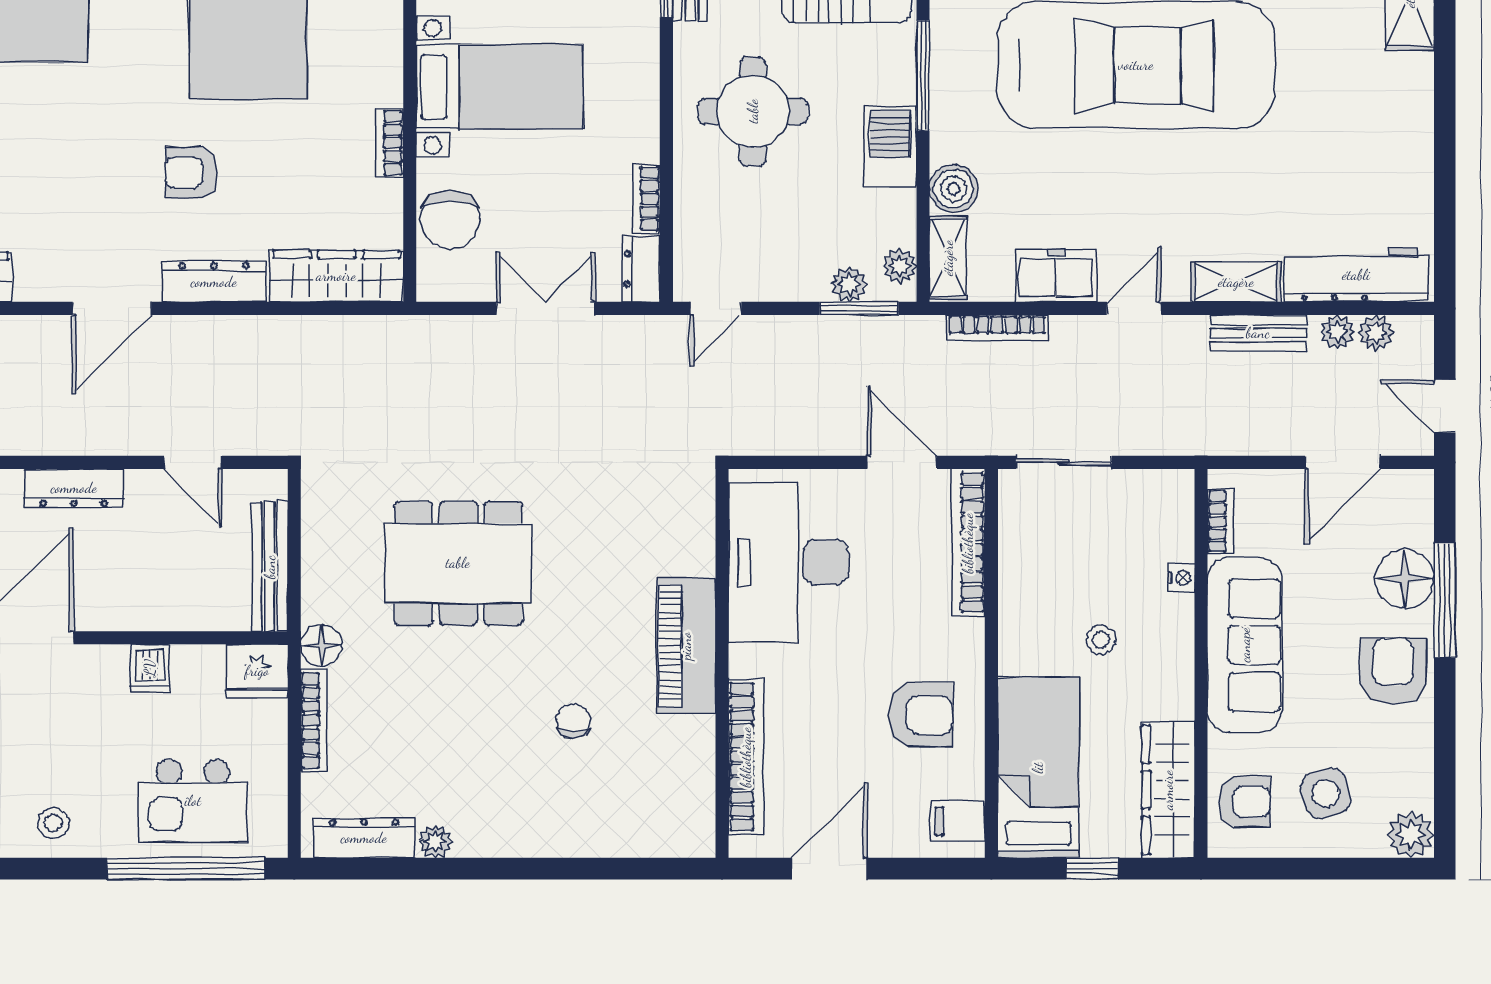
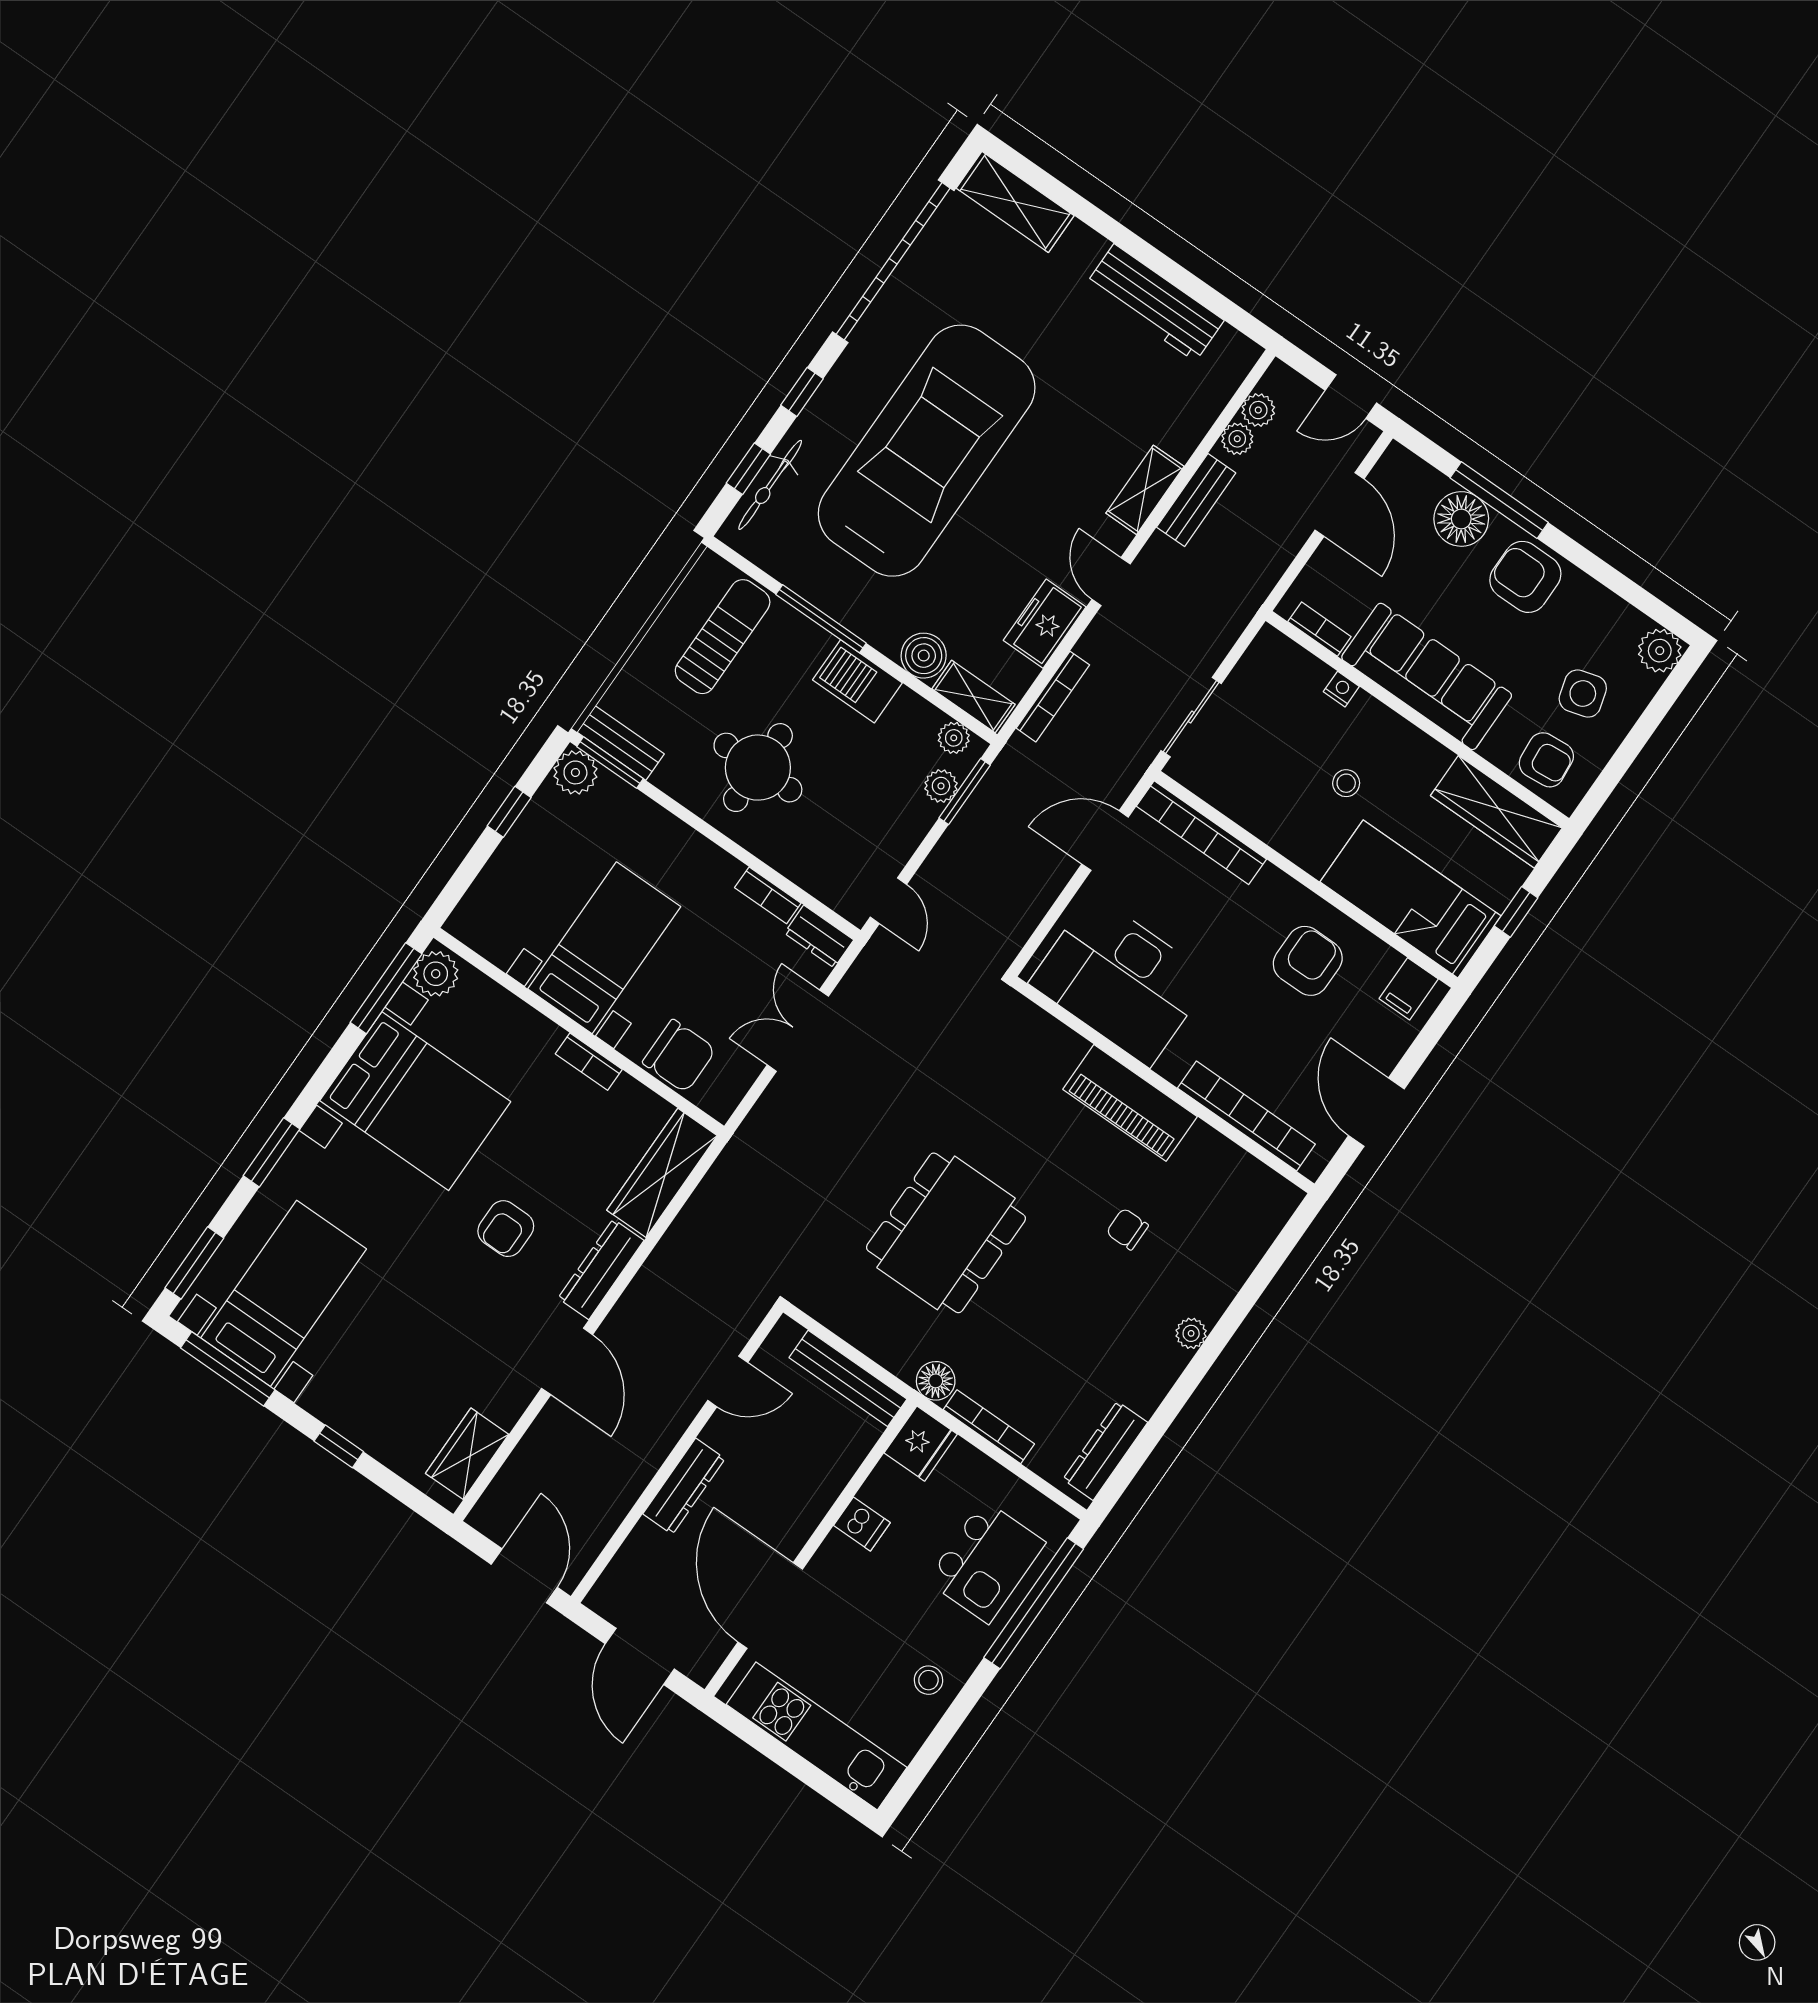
workbench: (1356, 275) -> (1155, 303), moved, turned -90
armchair: (1245, 802) -> (1546, 760), turned 85
plant: (435, 841) -> (1191, 1333), moved

